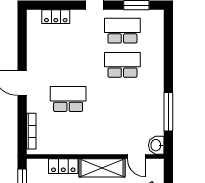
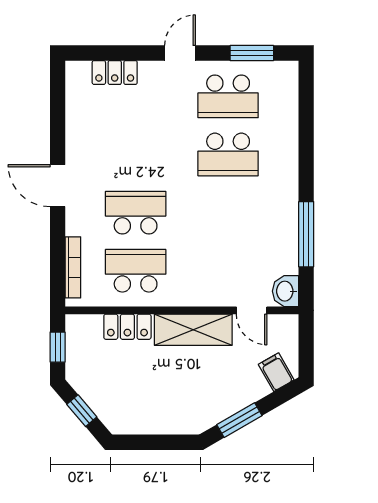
school desk: (122, 31) -> (228, 96), turned 180
school desk: (122, 65) -> (228, 154), turned 180
school desk: (68, 133) -> (136, 271), added

